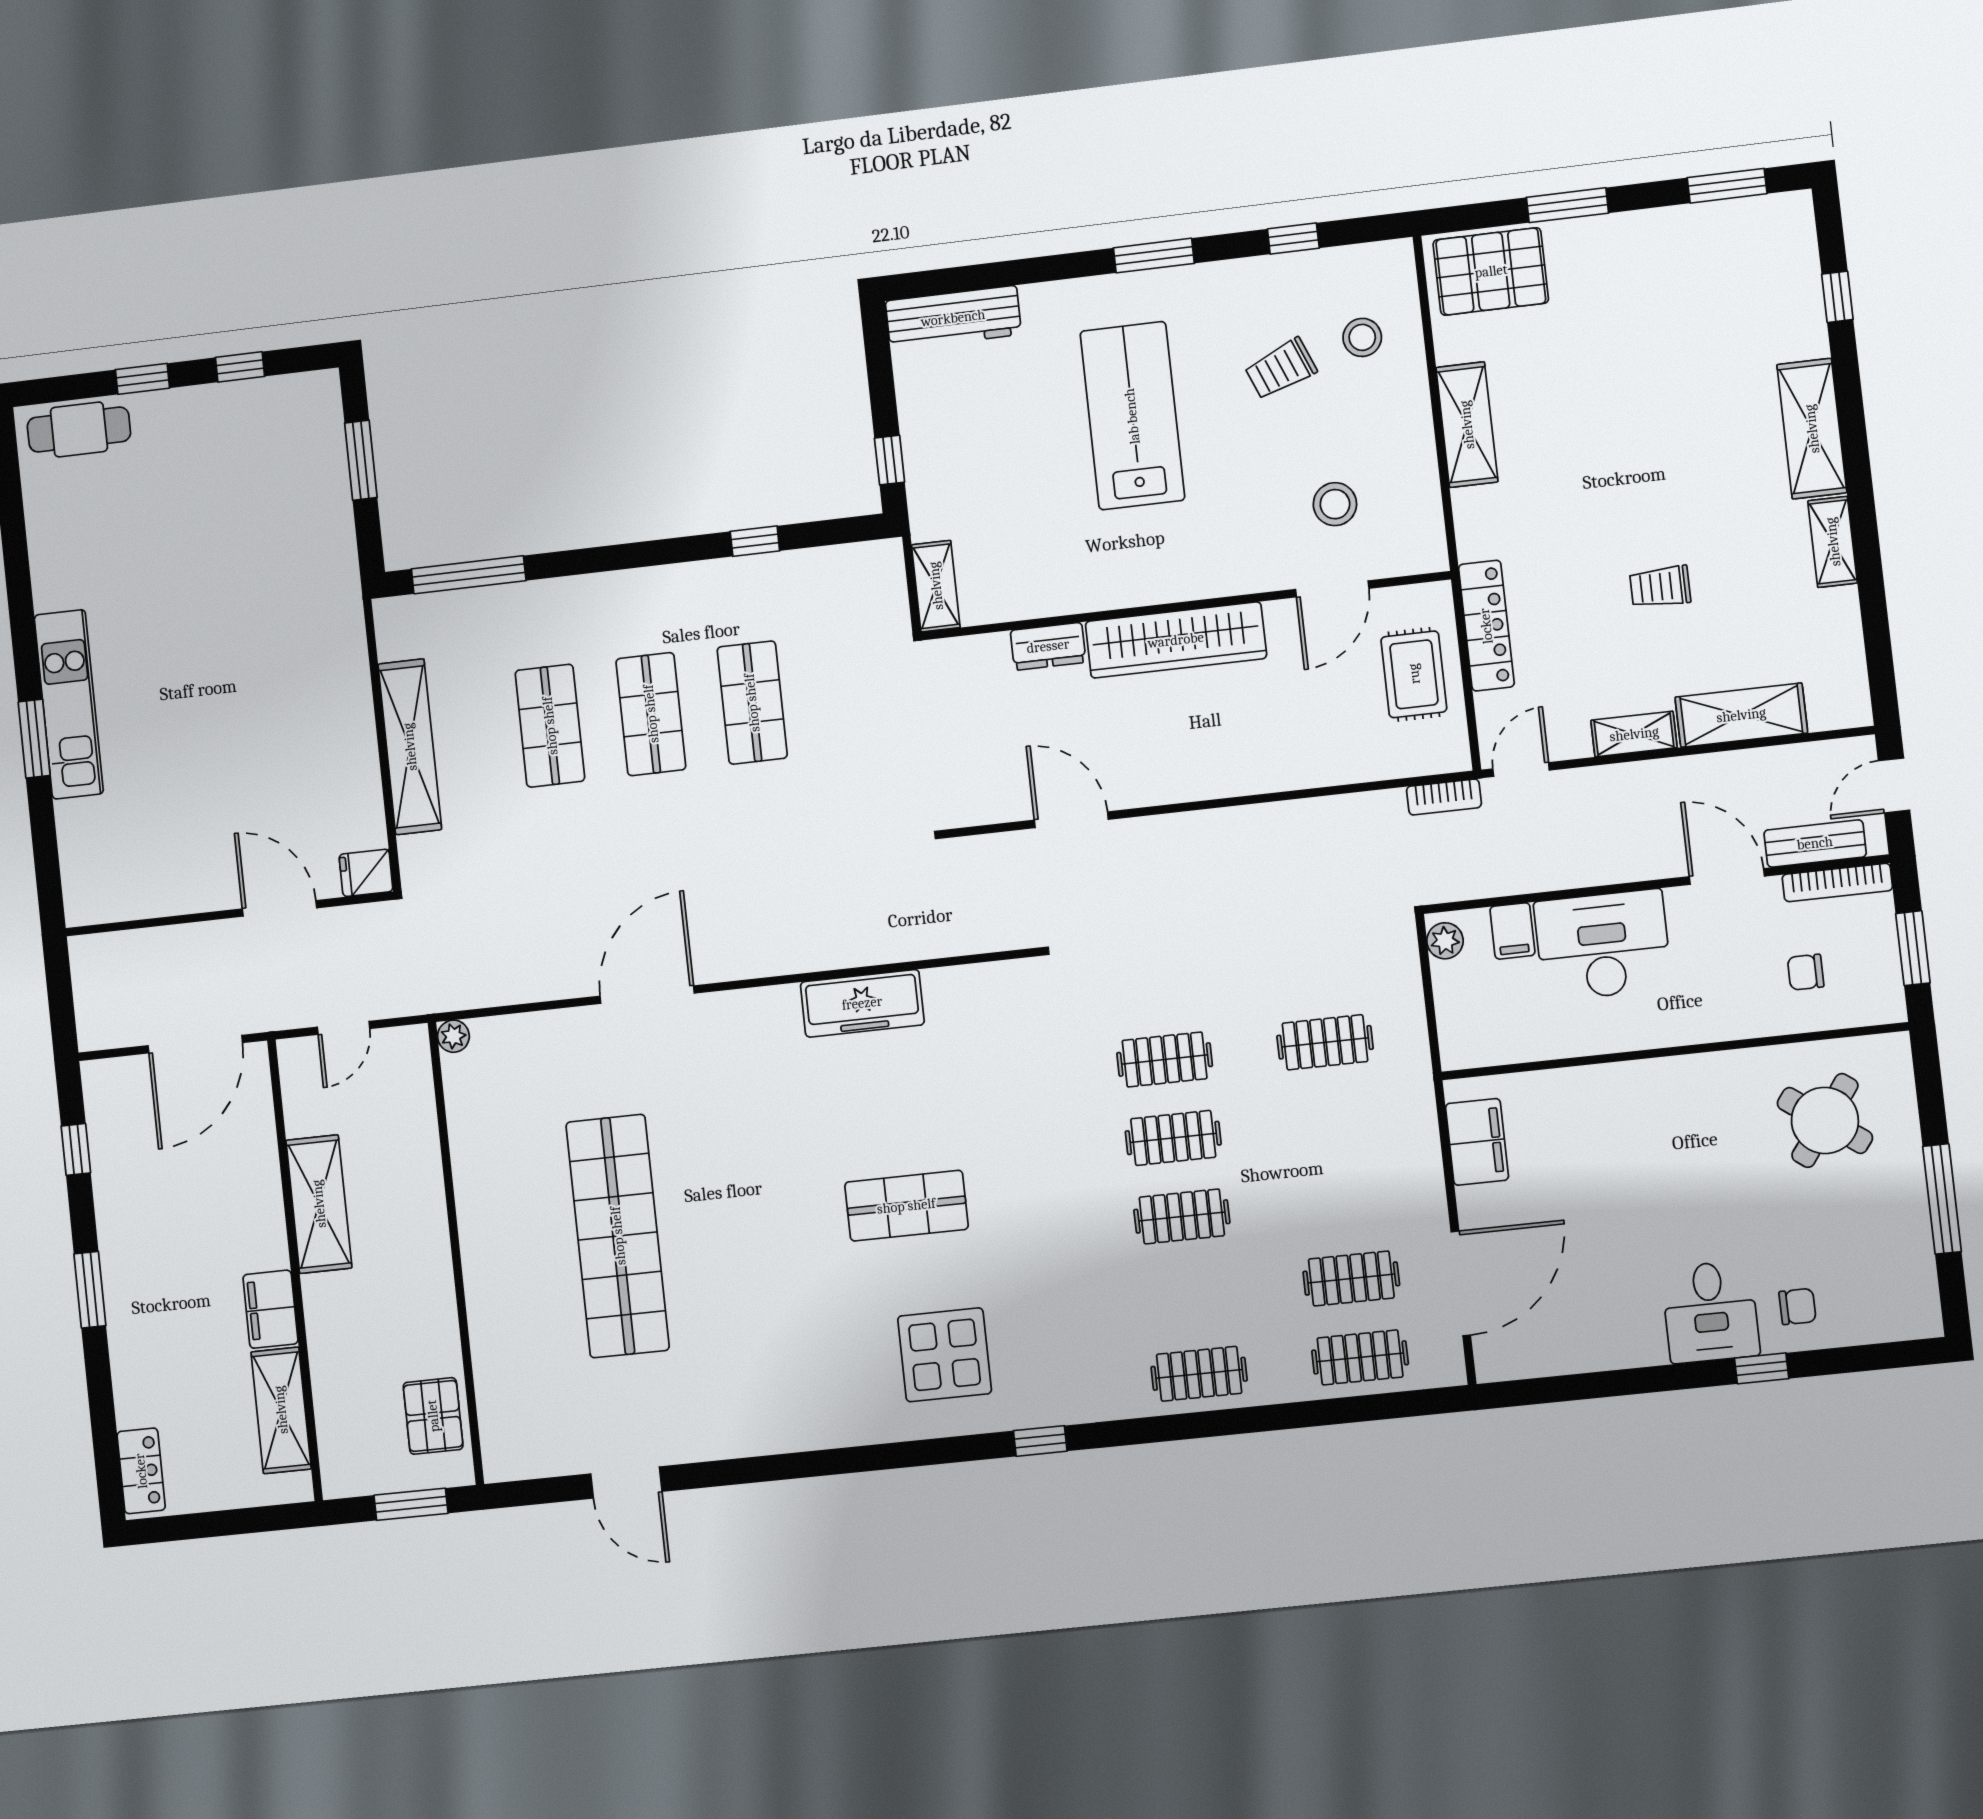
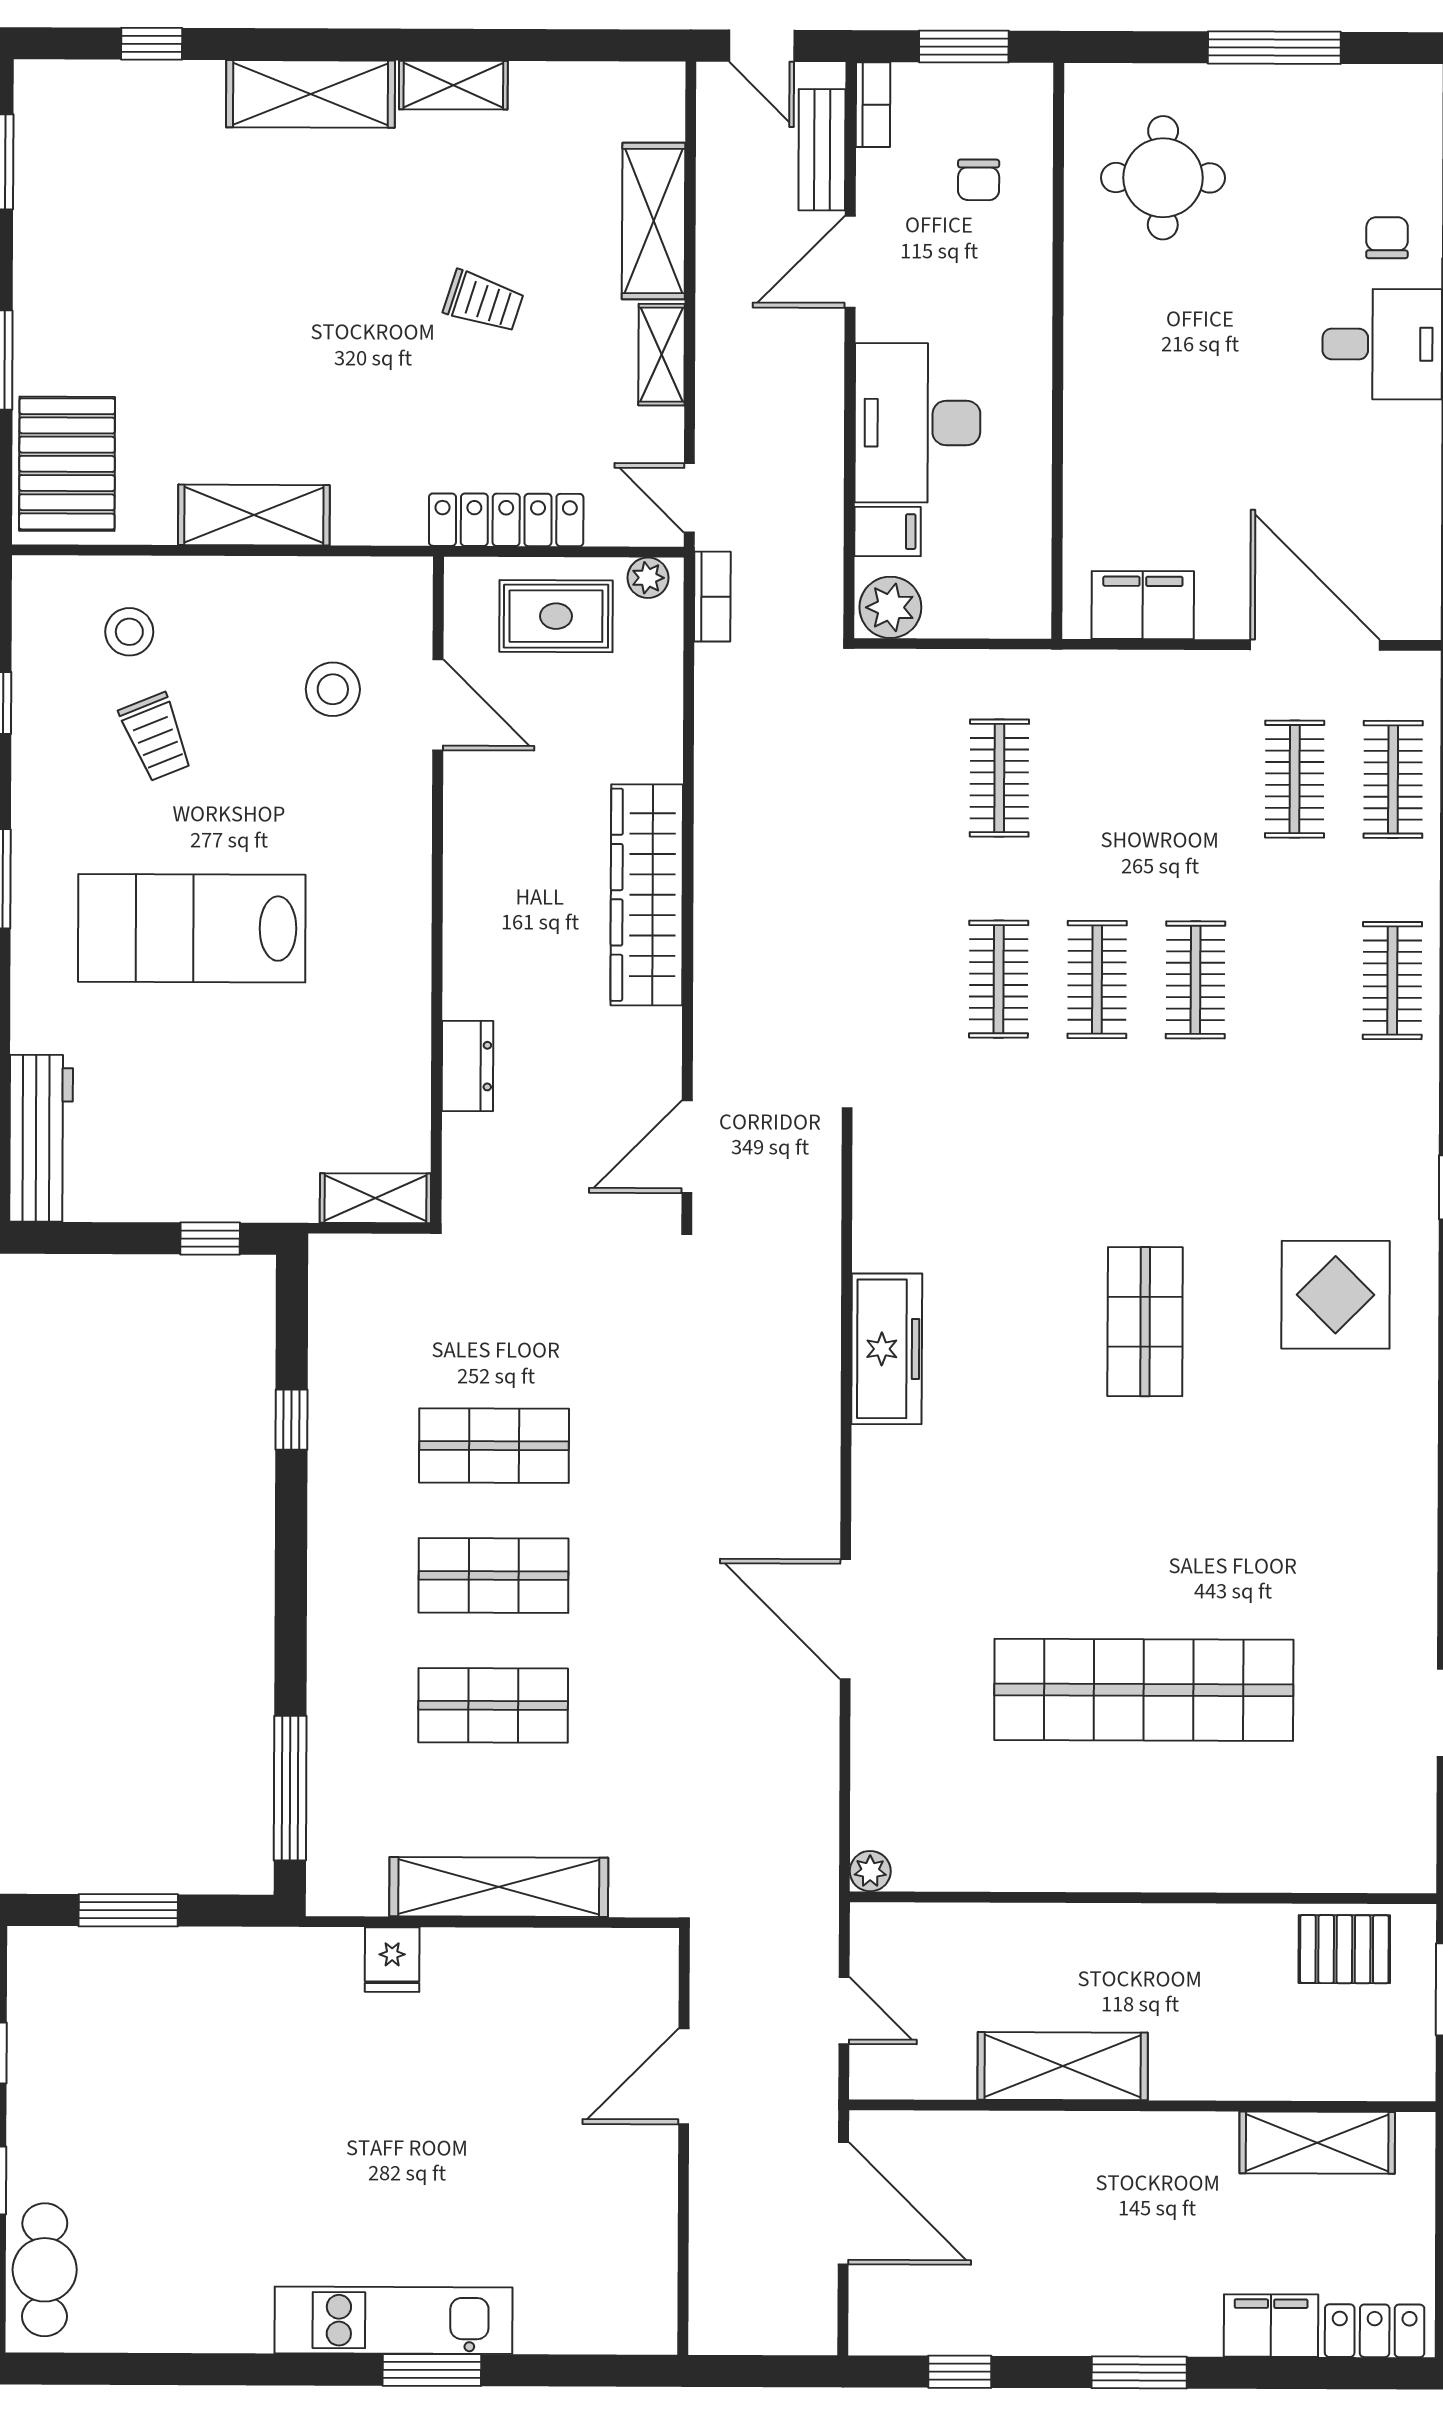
trolley: (1660, 587) -> (484, 301), turned -72
wardrobe: (1176, 640) -> (647, 895), moved, turned 180
plant: (1453, 744) -> (648, 578), added
door: (1071, 820) -> (687, 1147), moved
fridge: (366, 873) -> (392, 1960), moved
bookcase: (1837, 882) -> (873, 105), width x0.64
plant: (1445, 941) -> (890, 607), width x1.38, depth x1.38
round table: (1825, 1120) -> (1163, 178), turned -36
filing cabinet: (270, 1309) -> (1271, 2326), moved, turned 180

